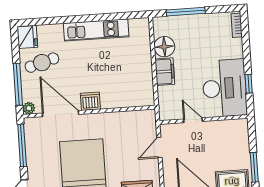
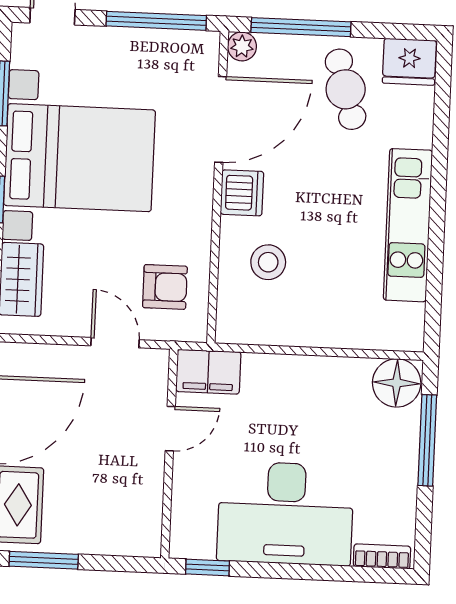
floor lamp: (164, 47) -> (397, 383), moved
filing cabinet: (165, 72) -> (208, 372), moved
window: (249, 84) -> (208, 567), moved
stool: (118, 87) -> (268, 262), added
desk: (225, 88) -> (285, 513), moved
armchair: (134, 129) -> (165, 287), added

